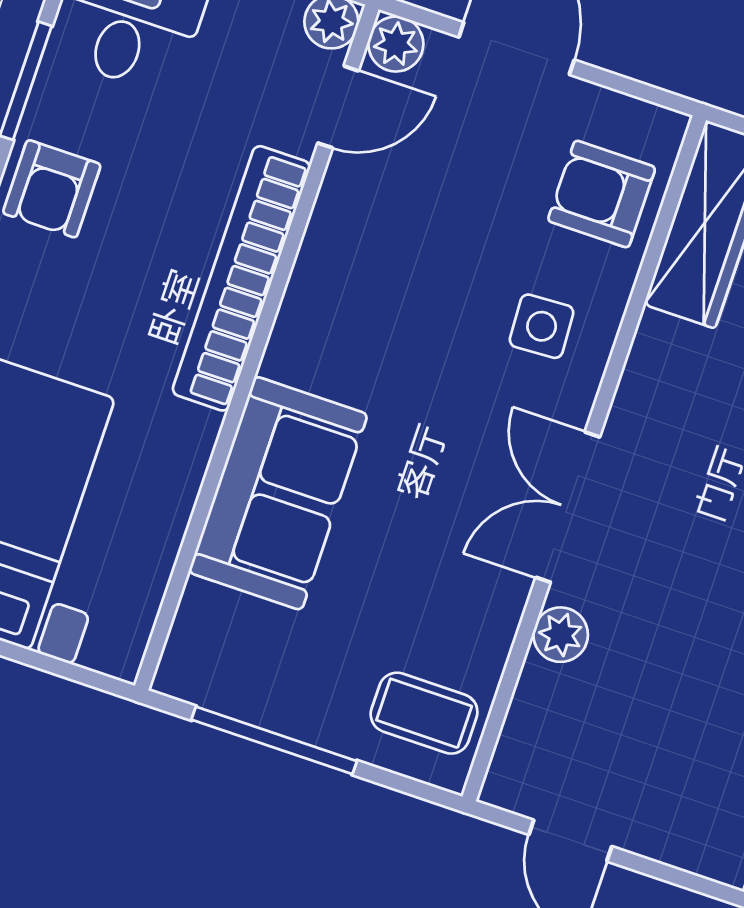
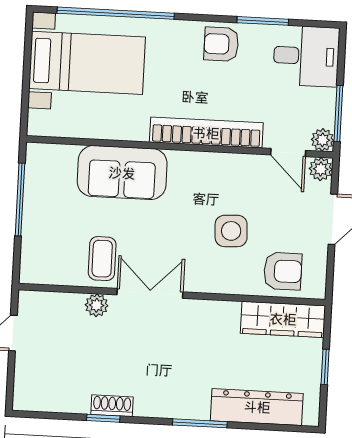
armchair: (602, 194) -> (283, 271), turned 90
side table: (542, 326) -> (231, 231), moved, width x1.37, depth x1.37
coffee table: (424, 713) -> (102, 259), moved

